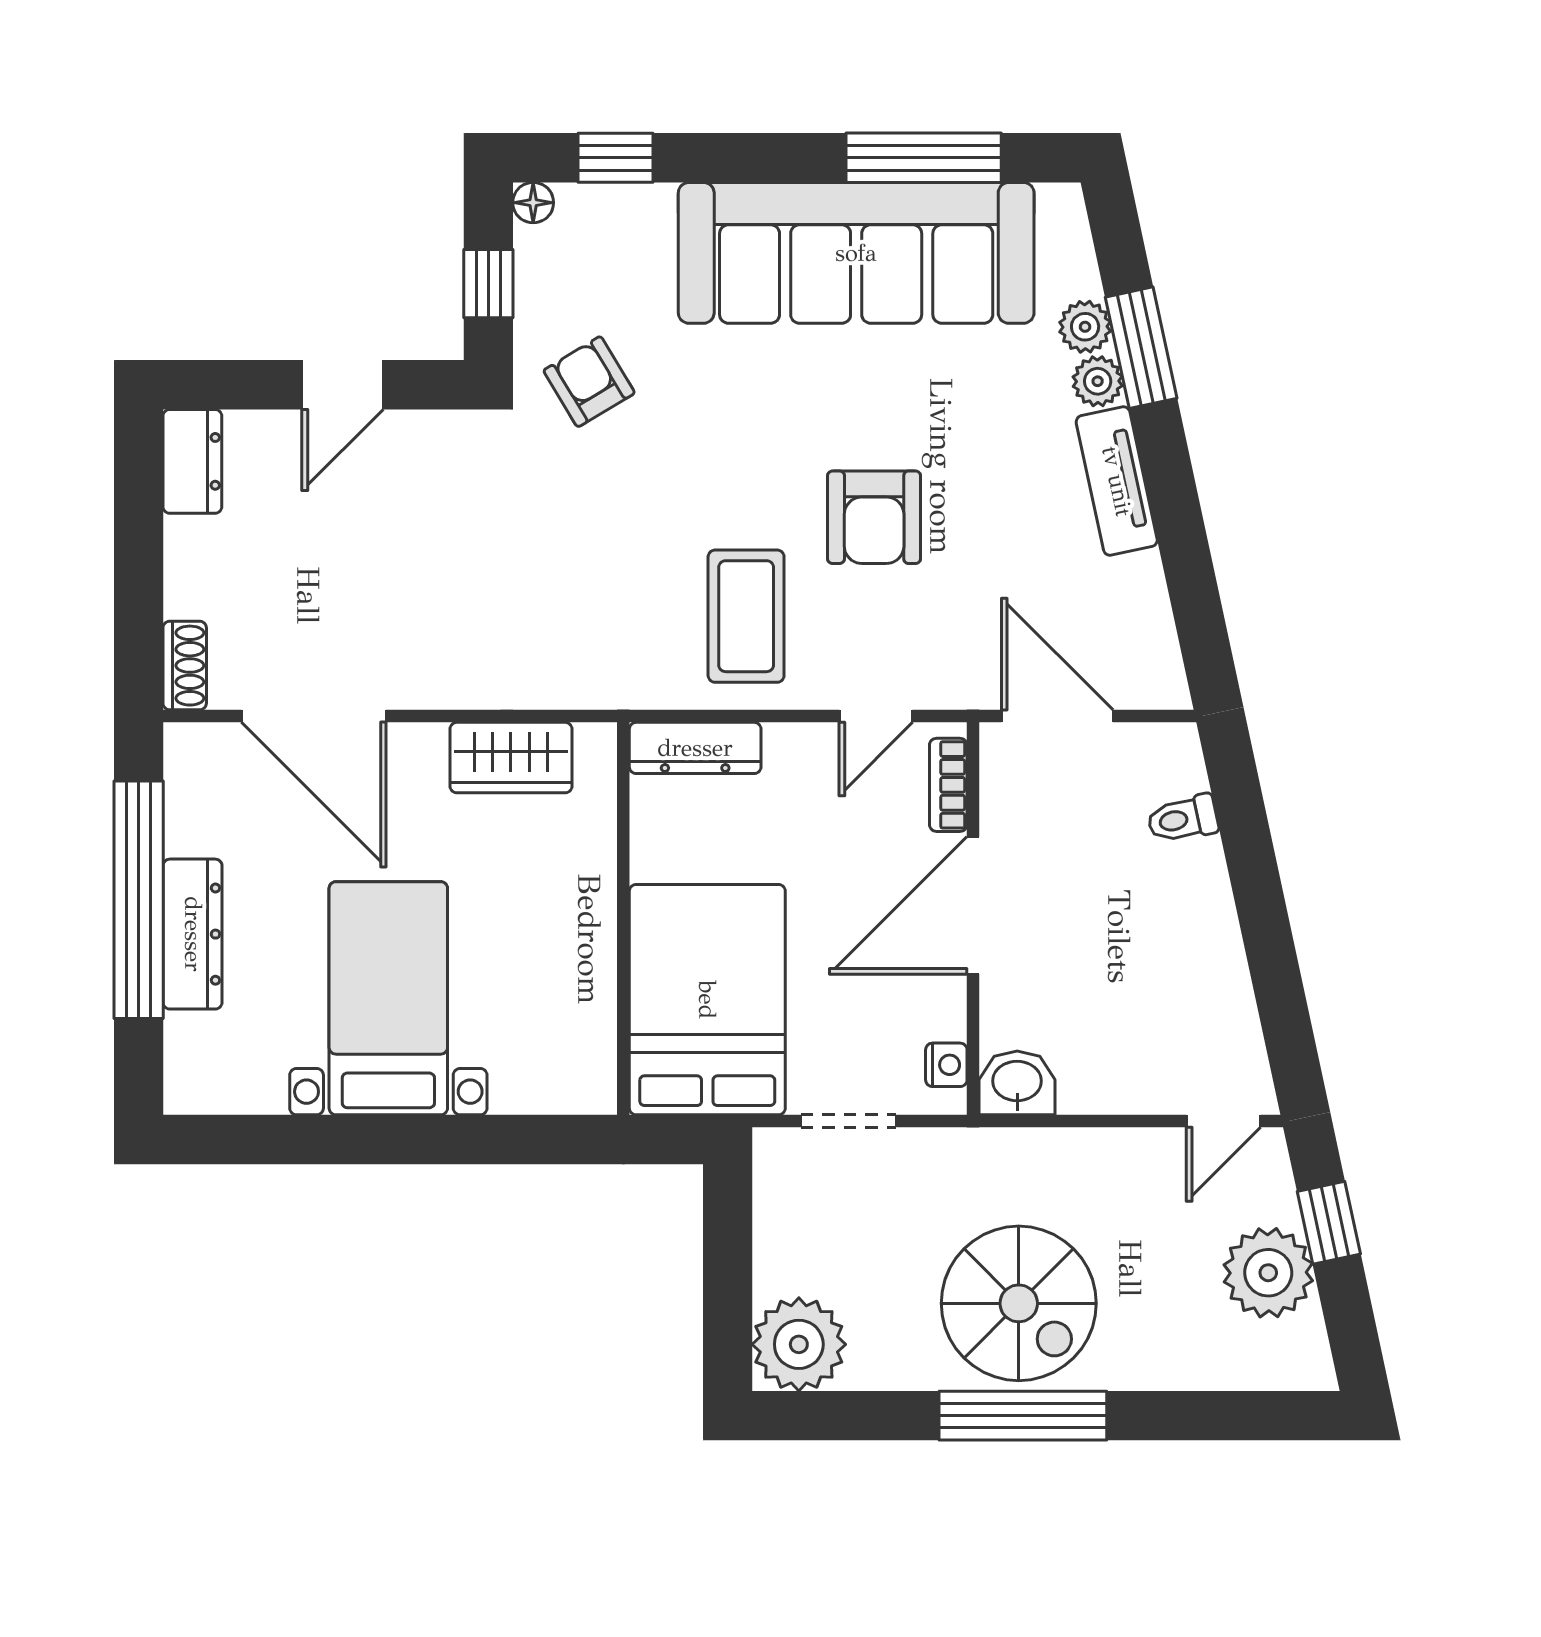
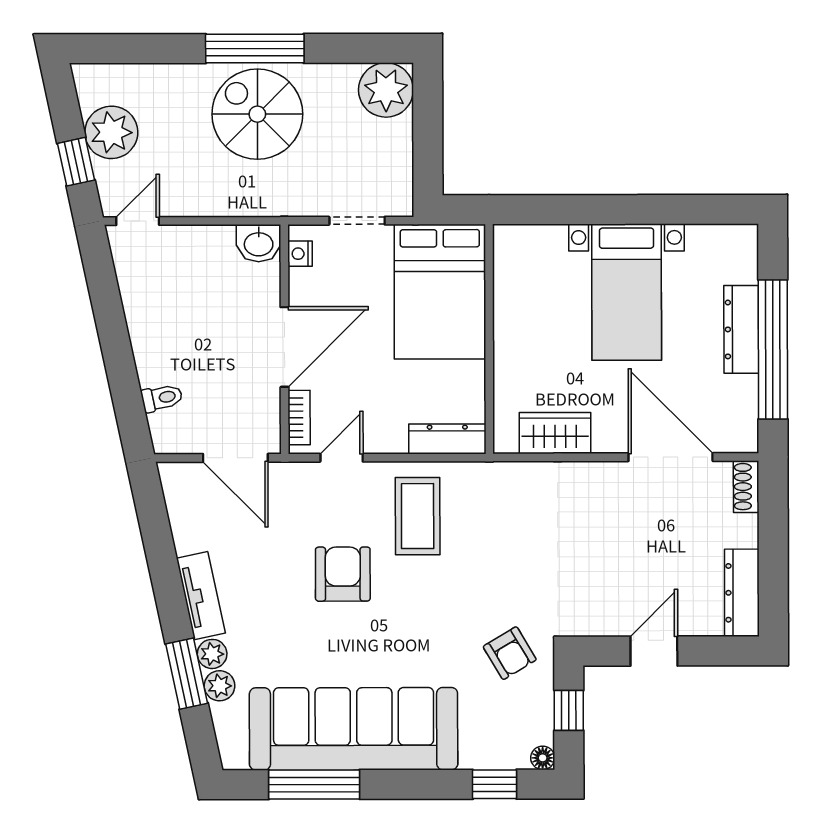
dresser: (192, 461) -> (742, 593), width x1.44

